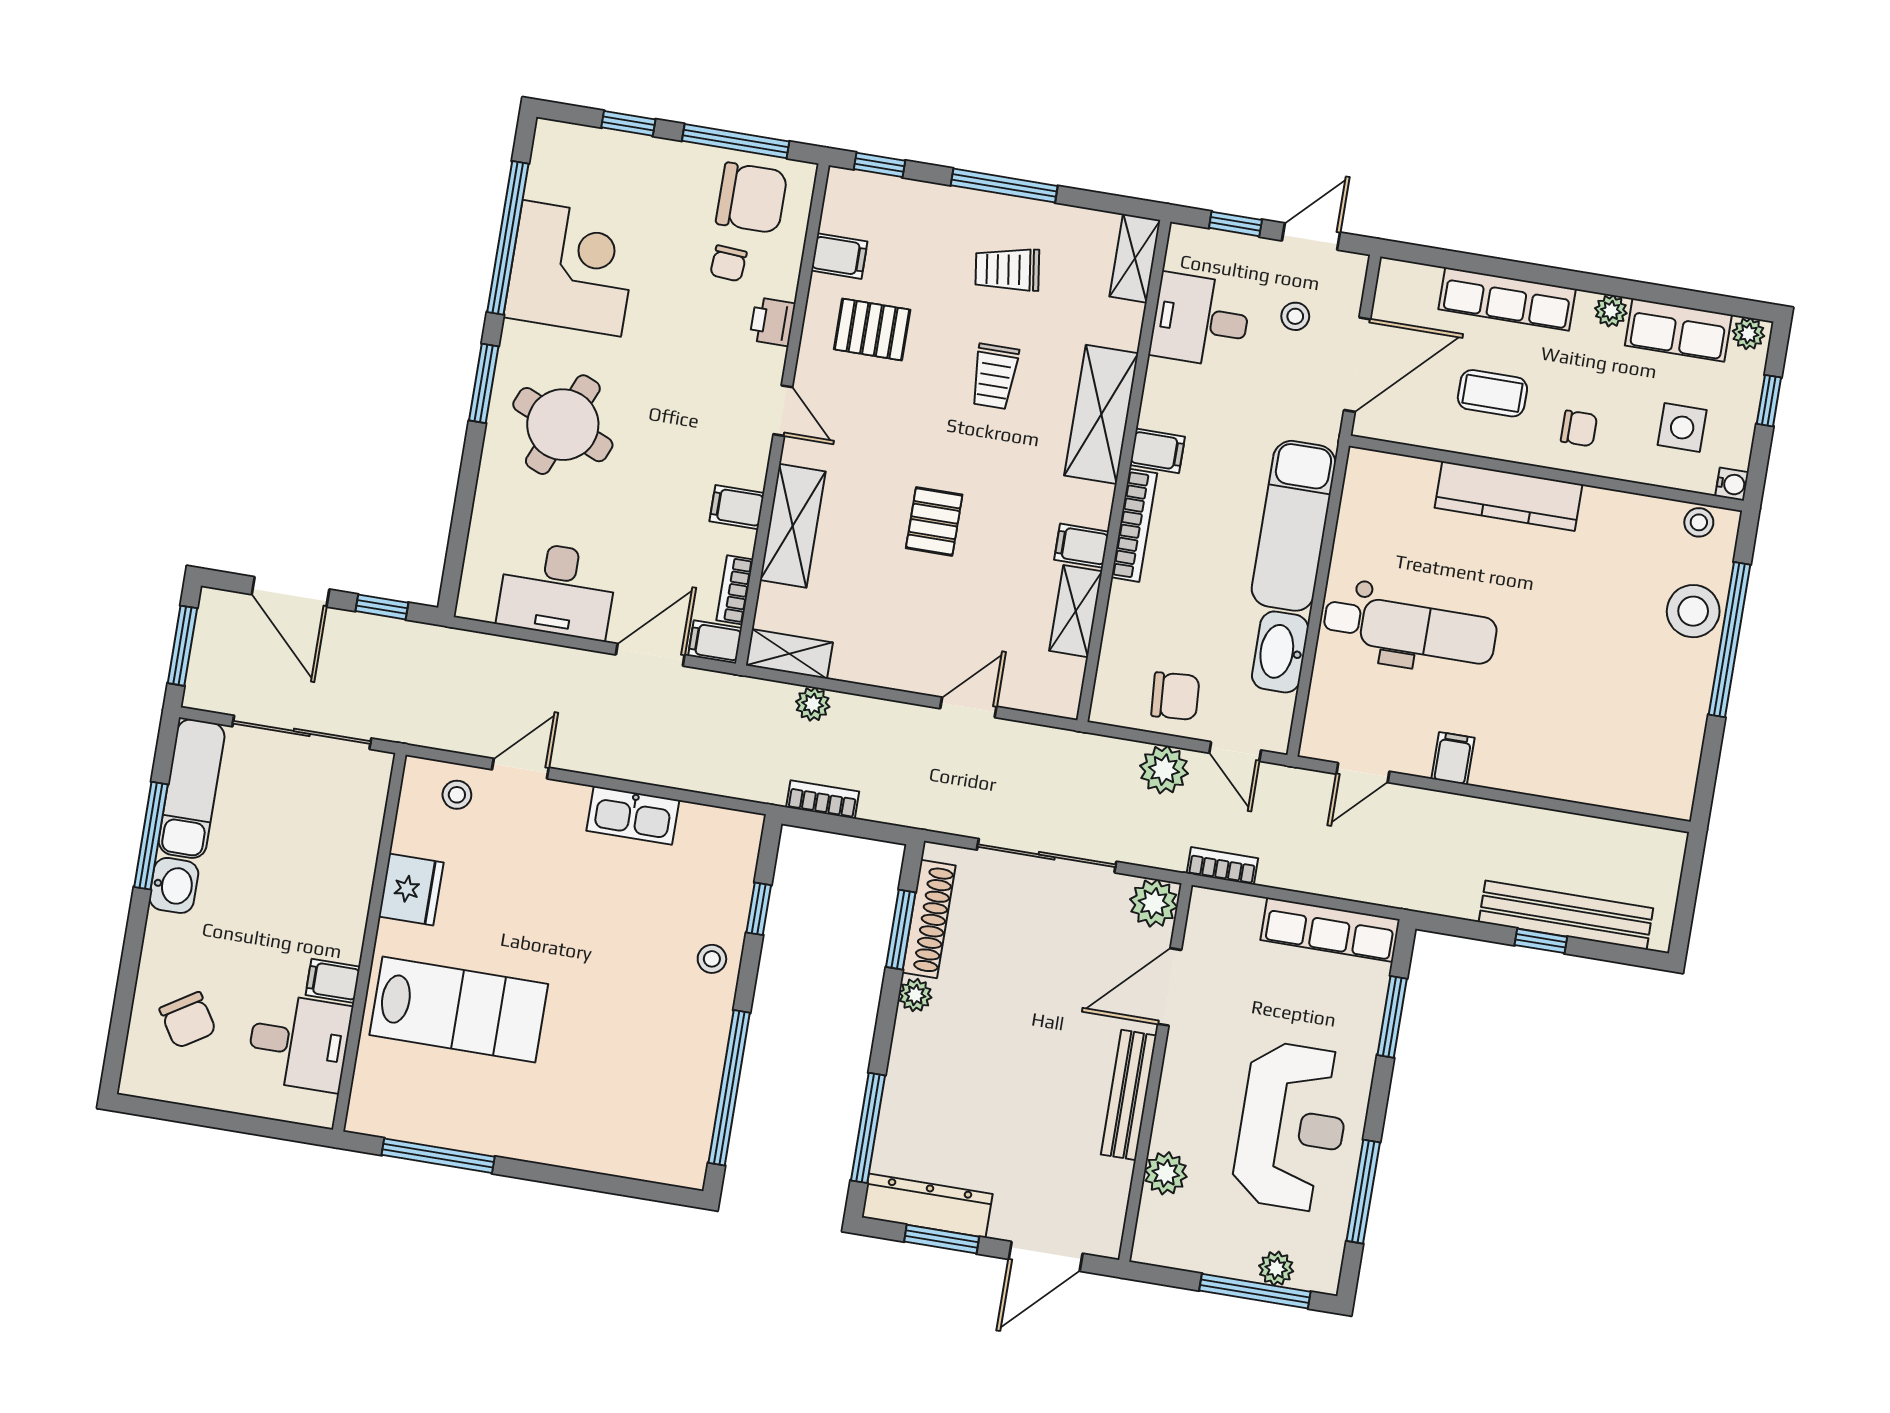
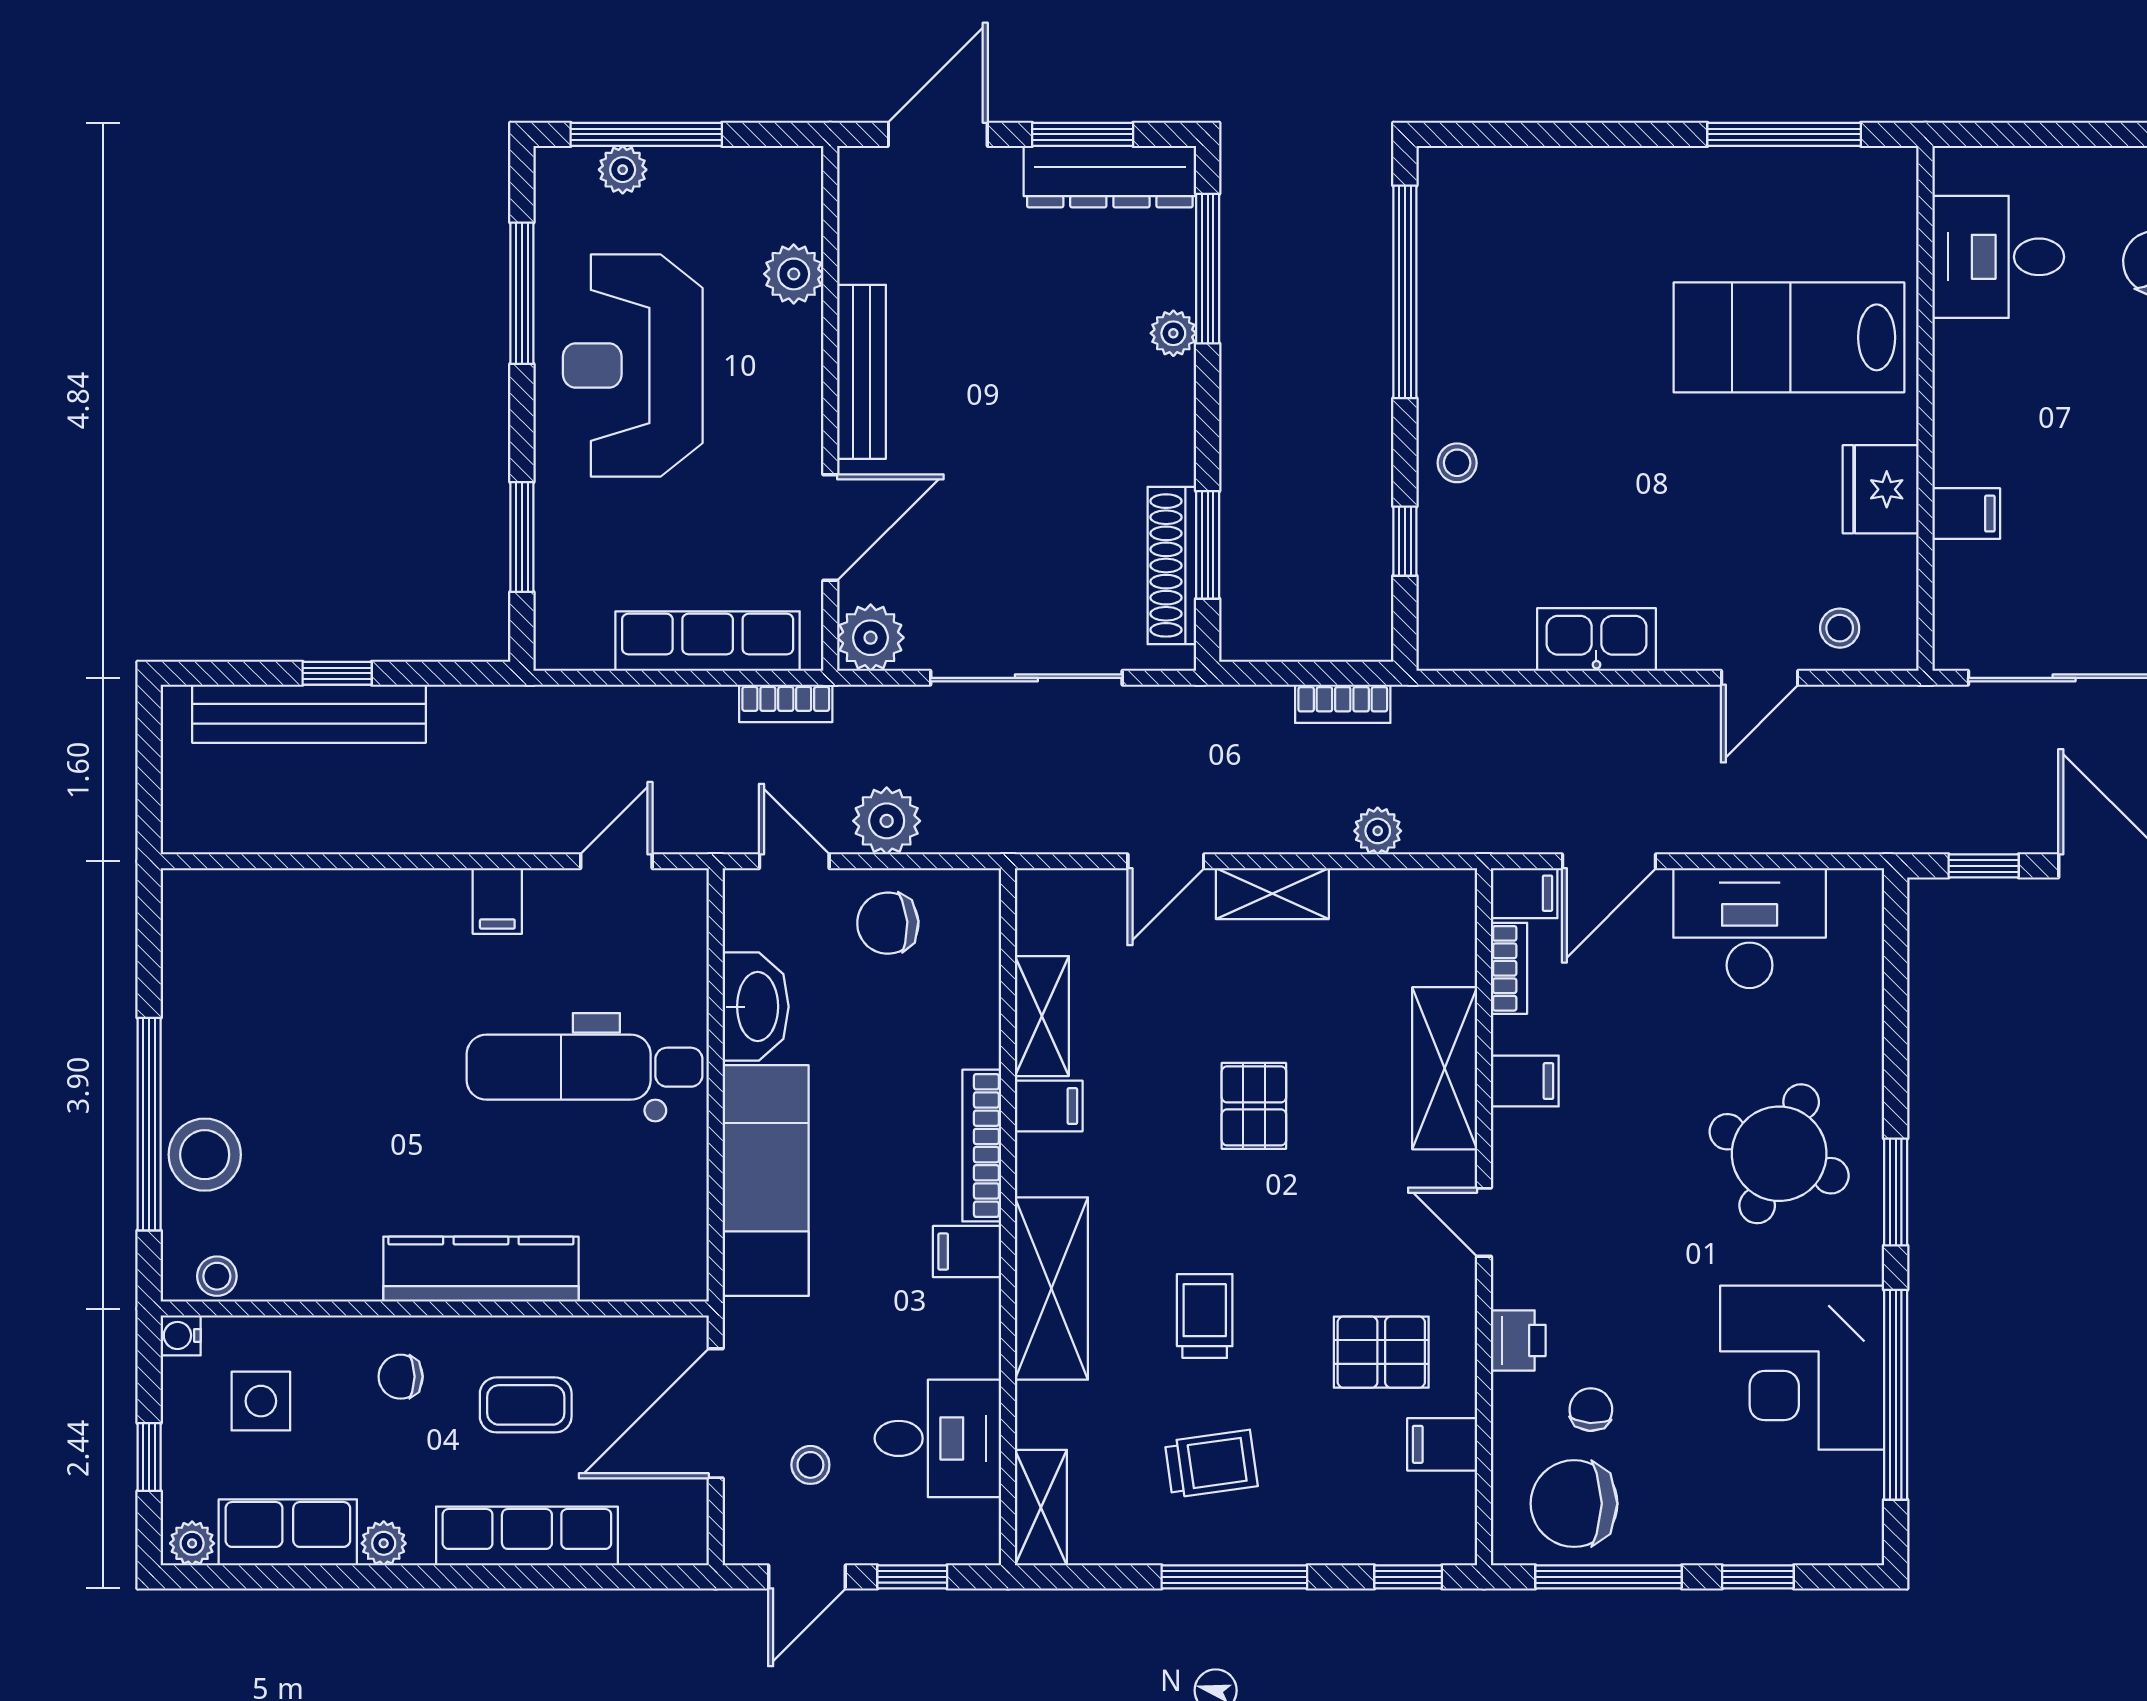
shelving: (789, 654) -> (1272, 894), moved
row of seats: (1330, 930) -> (708, 641), moved
filing cabinet: (333, 981) -> (1966, 514), moved
plant: (915, 995) -> (1173, 333), moved

